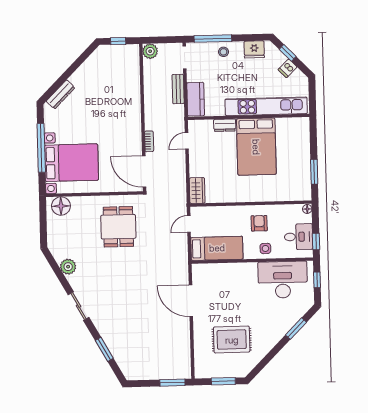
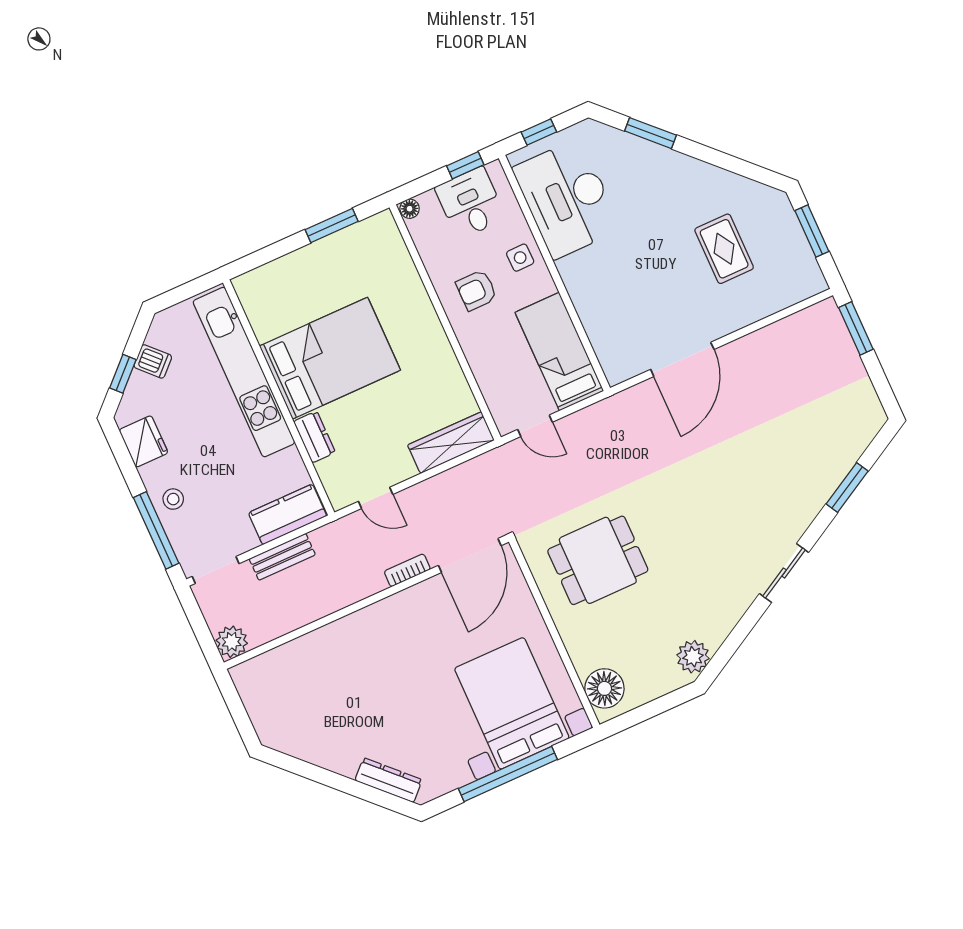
window: (118, 41) -> (238, 712), removed
wardrobe: (197, 190) -> (451, 443), width x1.50
plant: (68, 267) -> (693, 657), moved
rug: (232, 340) -> (724, 249), width x0.73, depth x0.70

